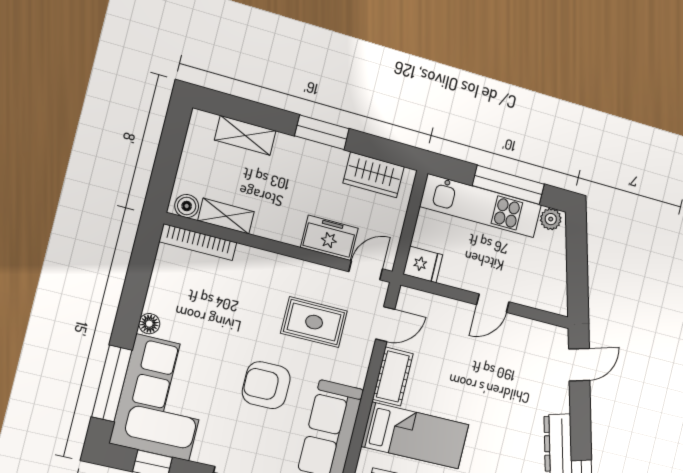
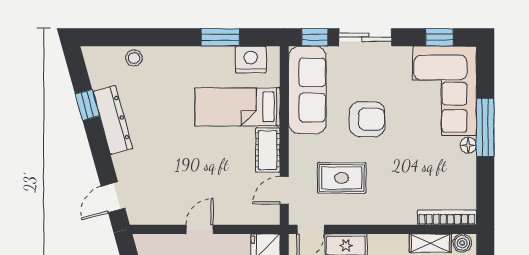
window: (112, 383) -> (485, 127), moved

